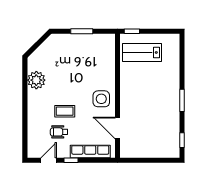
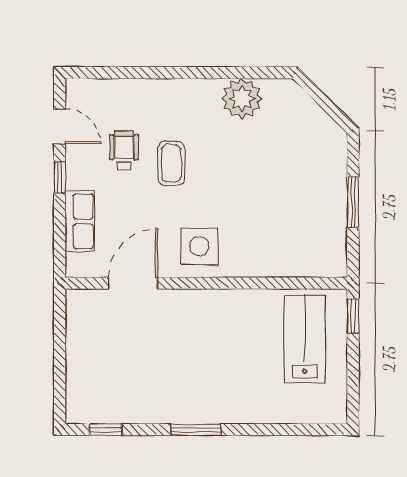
row of seats: (90, 151) -> (80, 221), width x0.68

